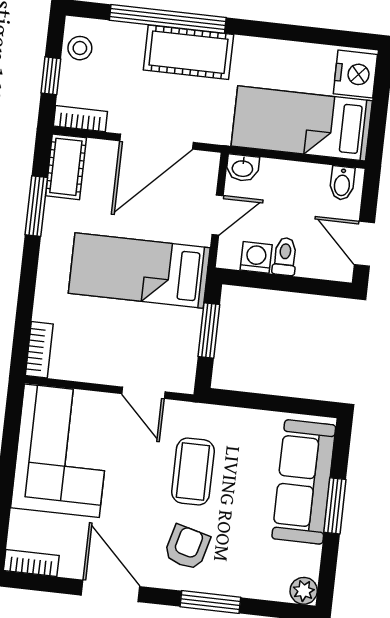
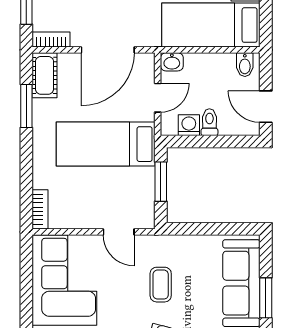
coffee table: (193, 471) -> (161, 285), width x0.73, depth x0.77

